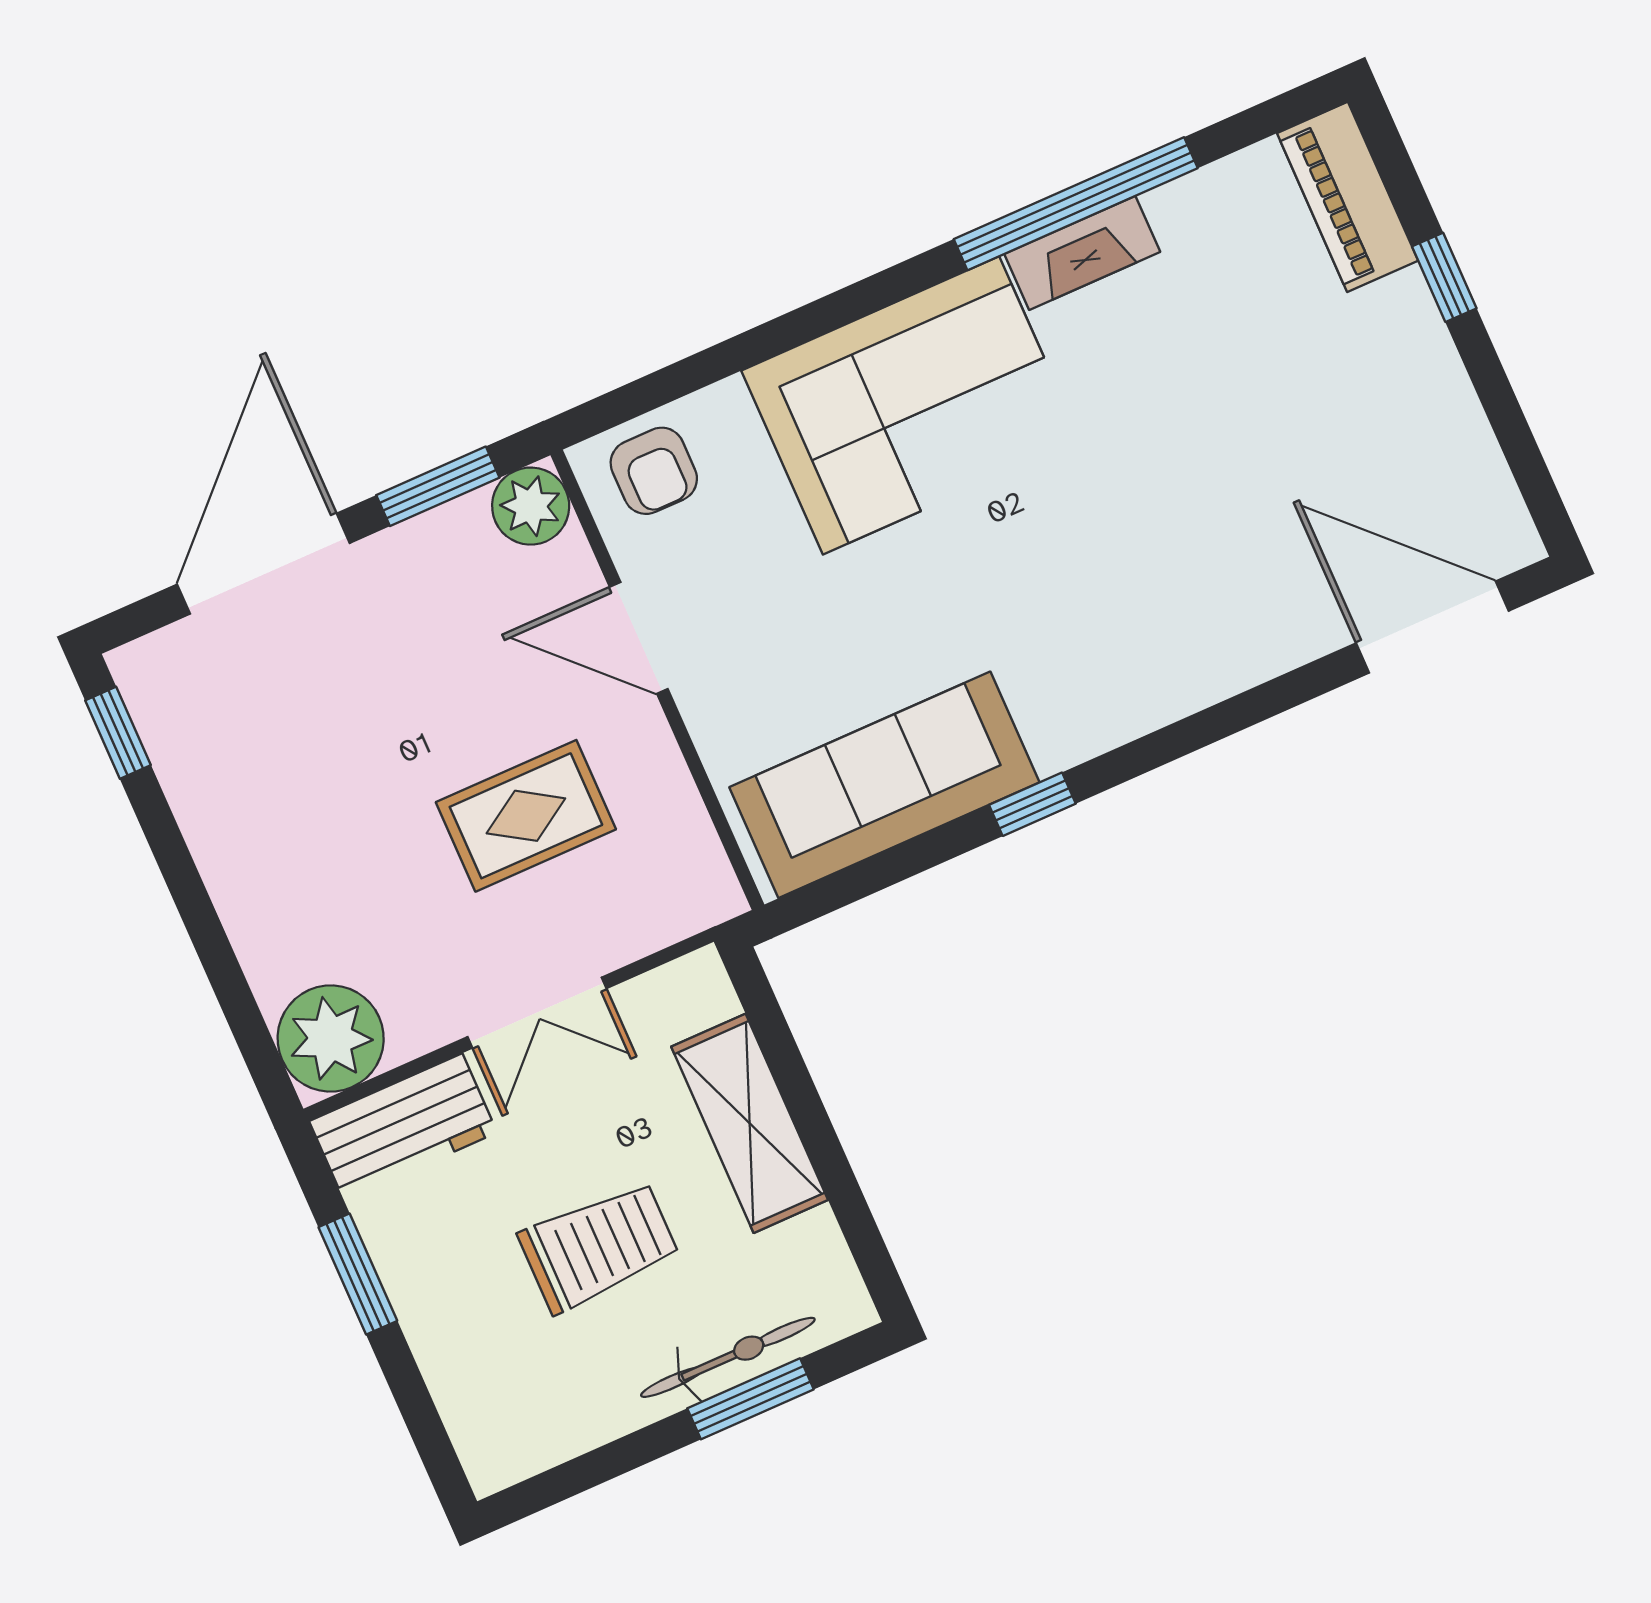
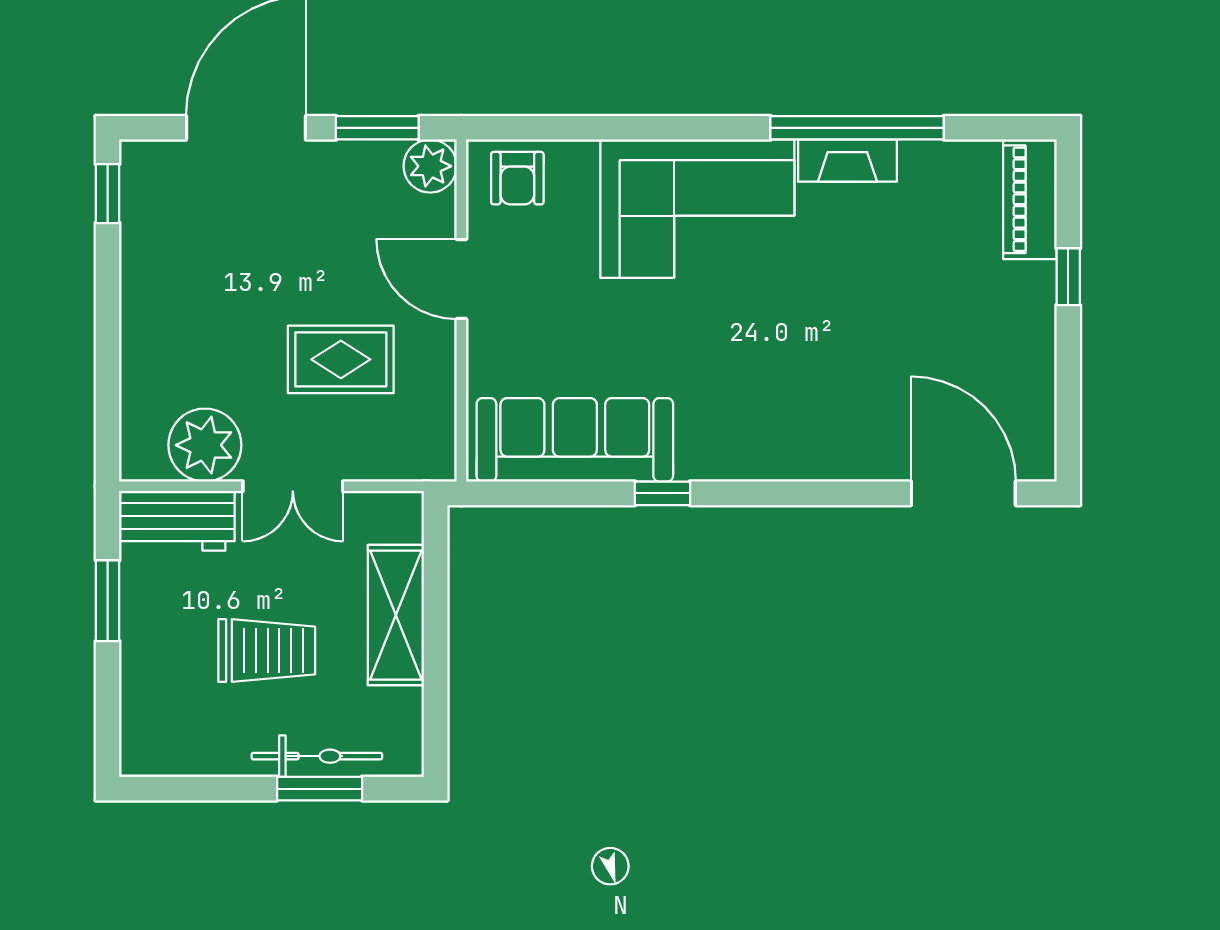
plant: (331, 1039) -> (205, 445), moved

